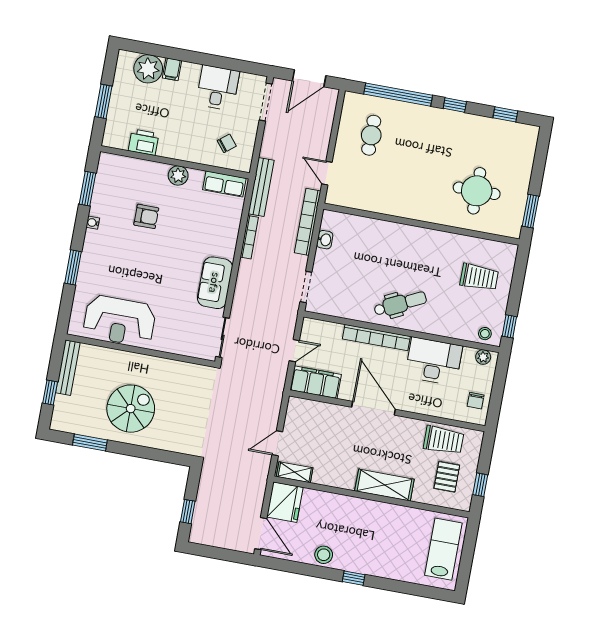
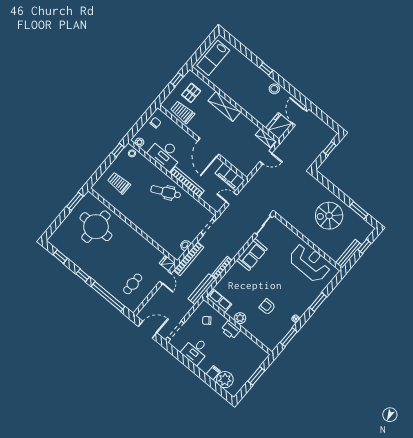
printer: (144, 142) -> (230, 330), moved
round table: (477, 191) -> (96, 227), width x1.36, depth x1.36
fridge: (336, 196) -> (167, 263), added

